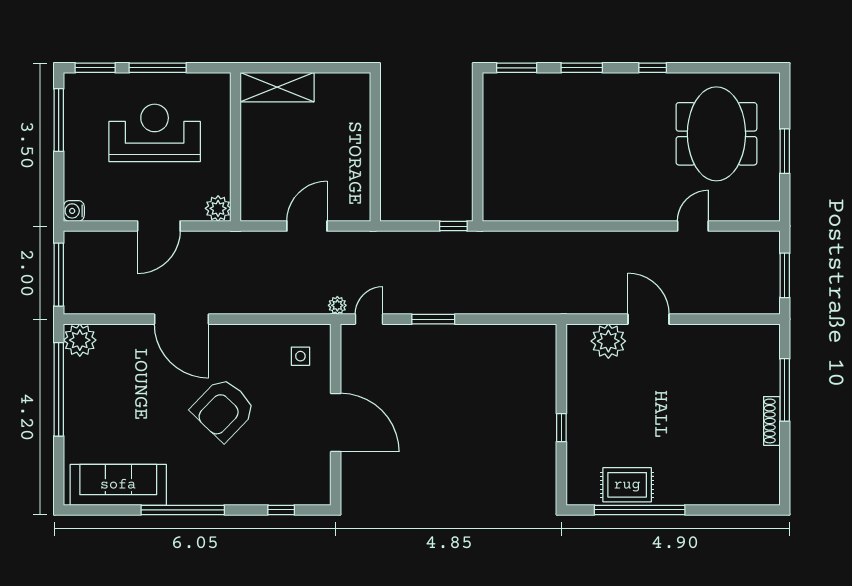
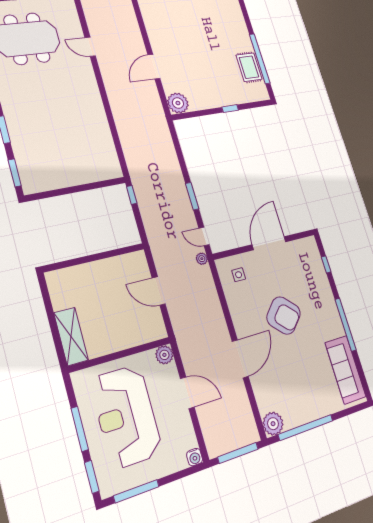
reception desk: (155, 133) -> (126, 416), width x1.36, depth x1.30
plant: (608, 341) -> (178, 103), moved

